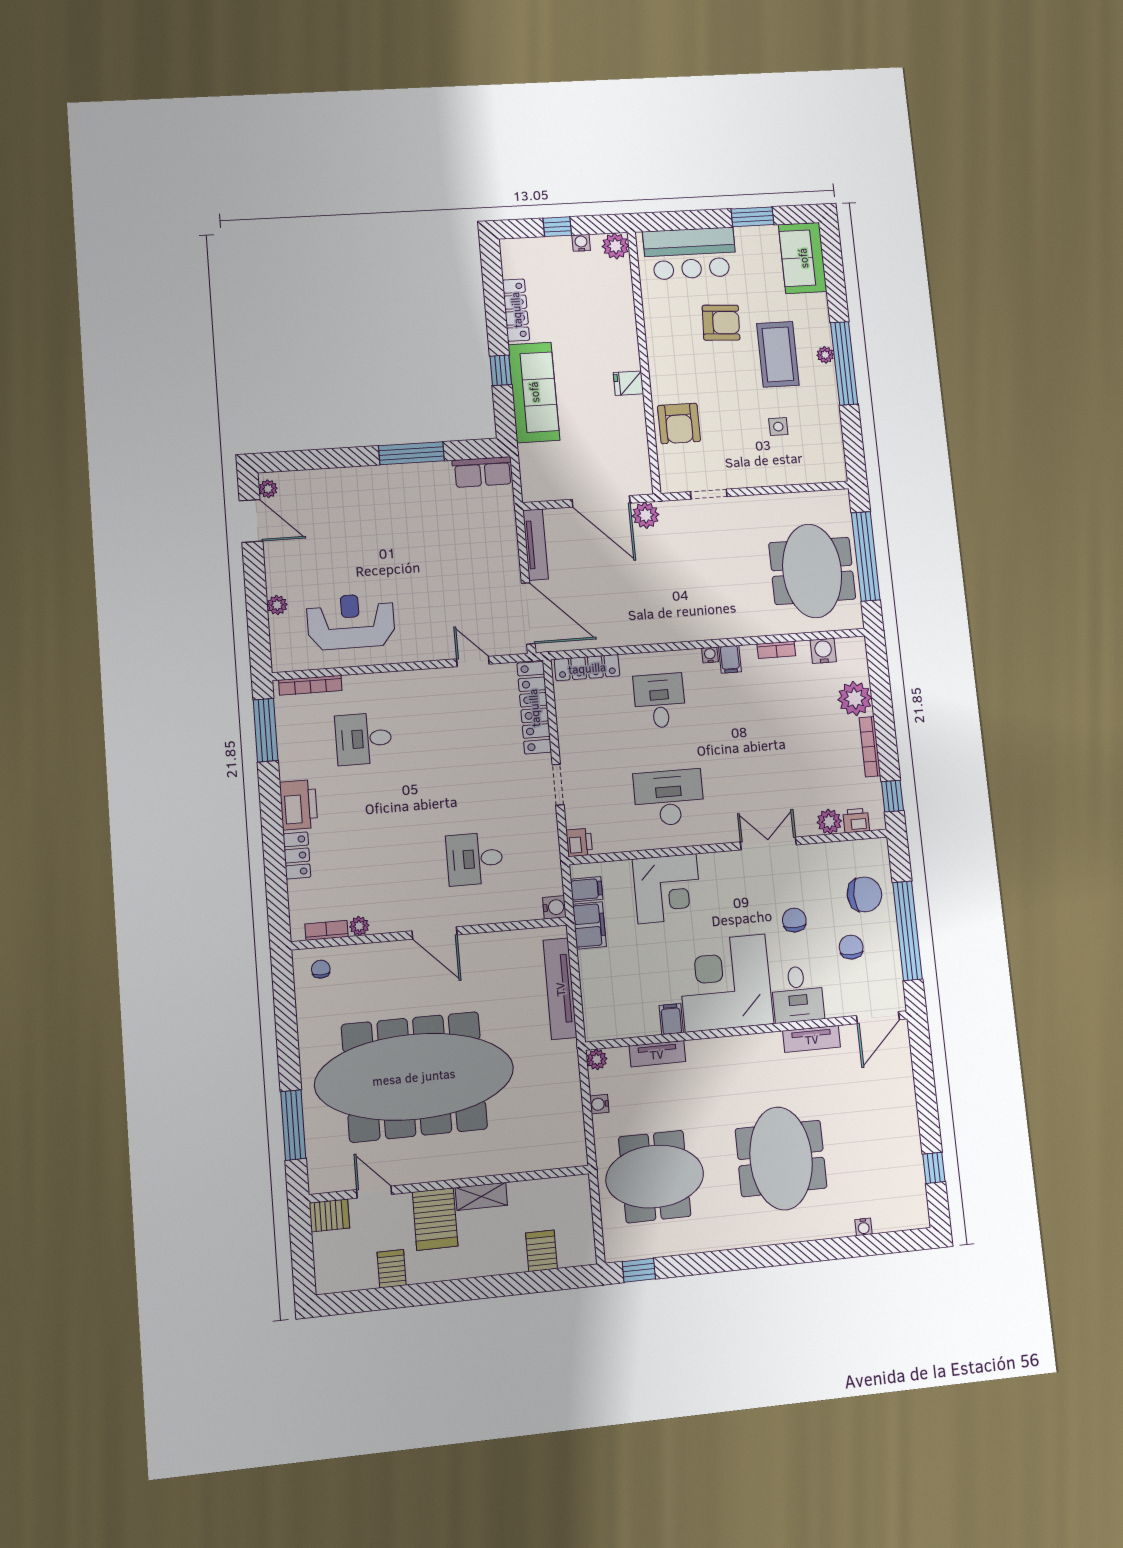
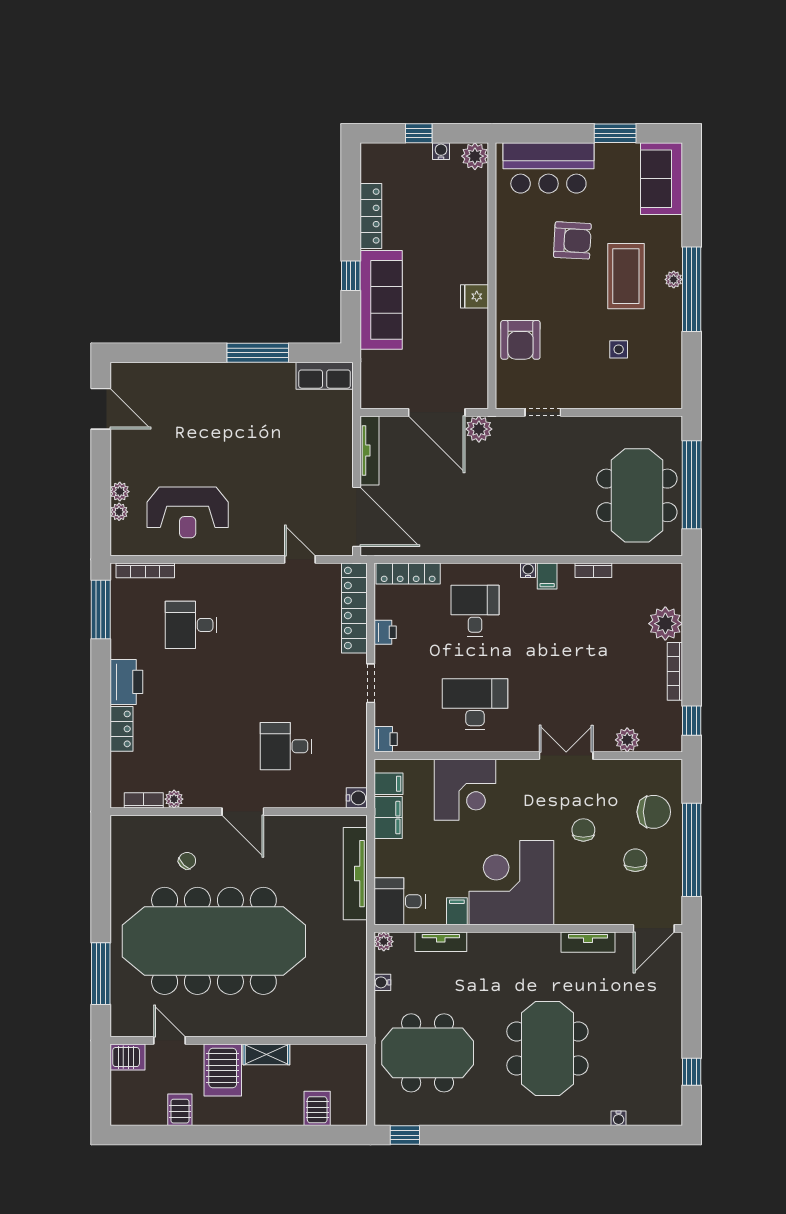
plant: (268, 489) -> (119, 512), moved
reception desk: (351, 621) -> (188, 512), turned 180
water cooler: (823, 651) -> (639, 575), removed
printer: (856, 821) -> (385, 632), moved, turned 90
chair: (321, 969) -> (187, 861), moved, turned 45
desk: (797, 994) -> (400, 901), moved, turned 90

